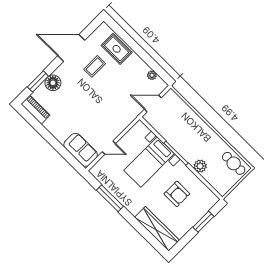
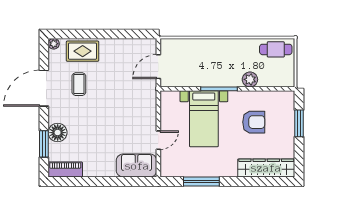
plant: (152, 75) -> (54, 44), moved

